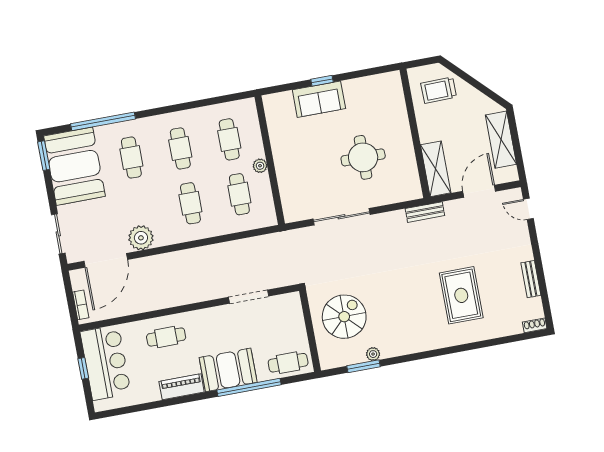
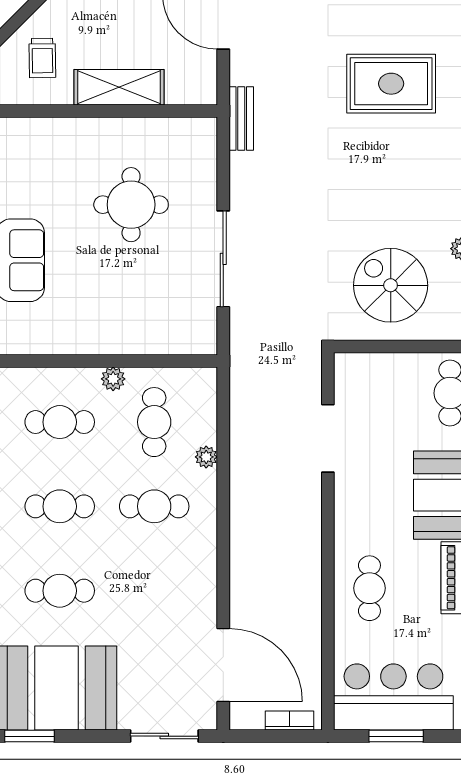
trolley: (439, 90) -> (42, 58), width x0.73, depth x0.72
shelving: (436, 169) -> (119, 87), moved
cafe table: (239, 194) -> (154, 422), turned 90
plant: (141, 238) -> (206, 457), moved, width x0.53, depth x0.53
window: (83, 368) -> (396, 736), width x1.50

